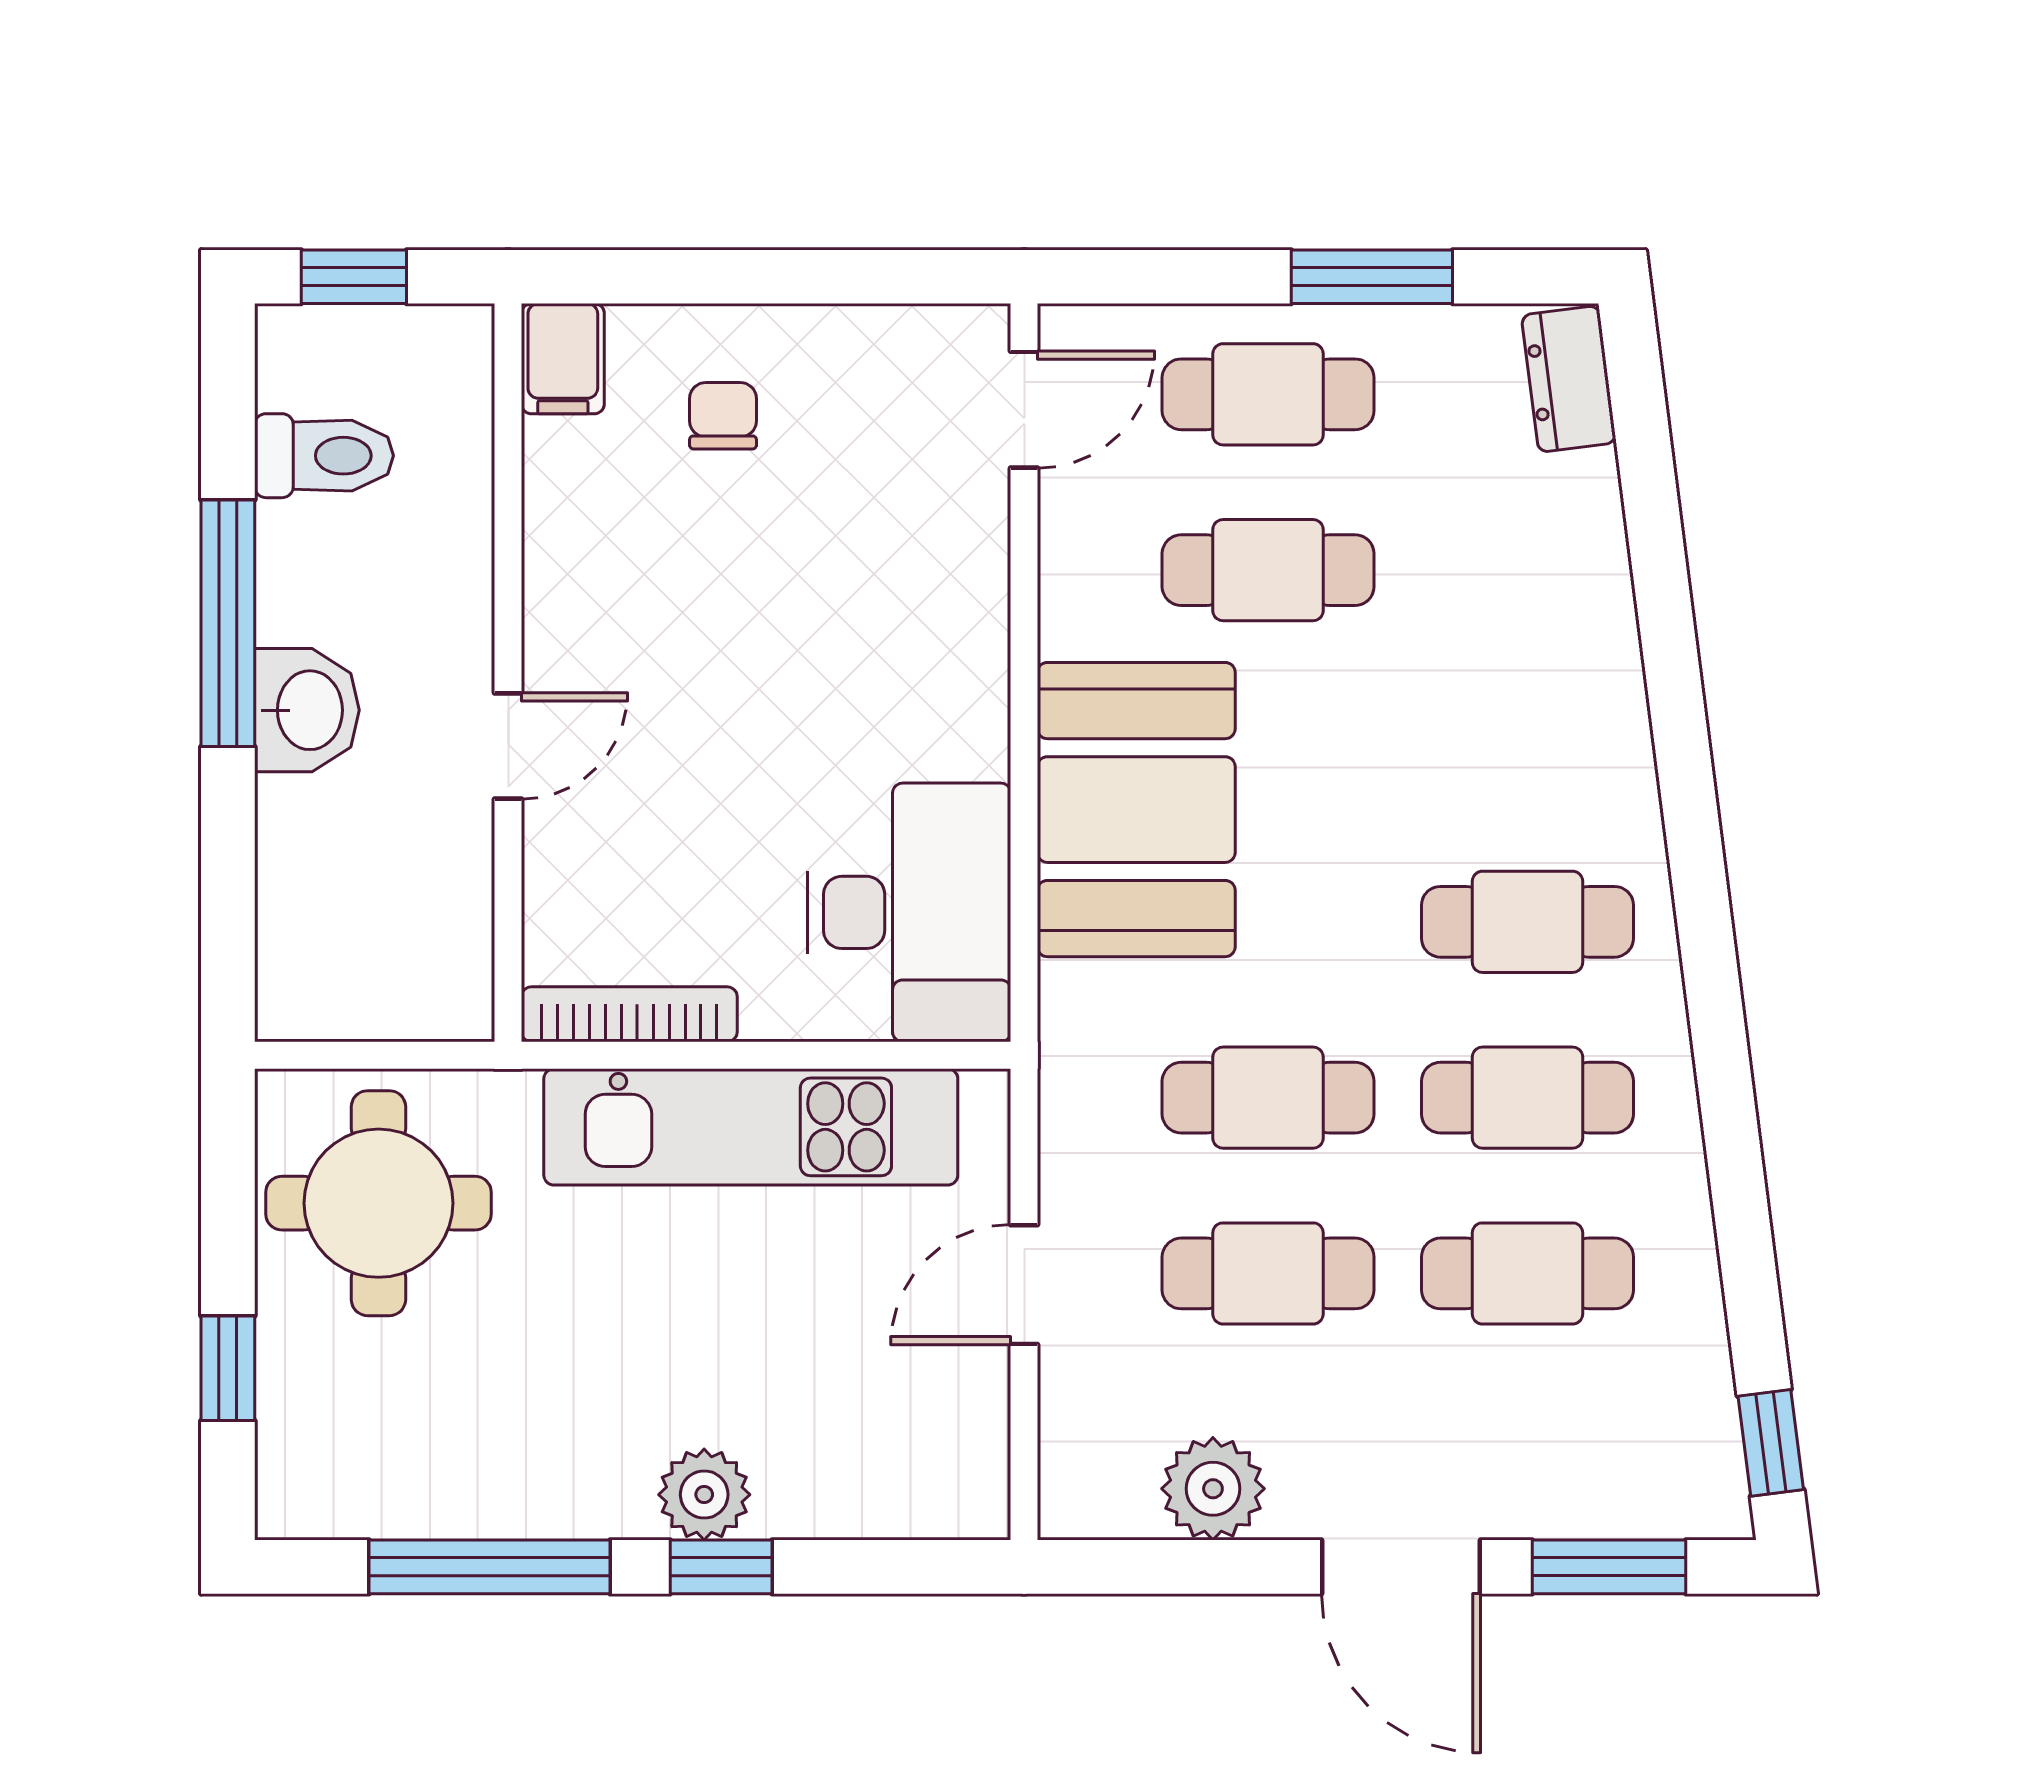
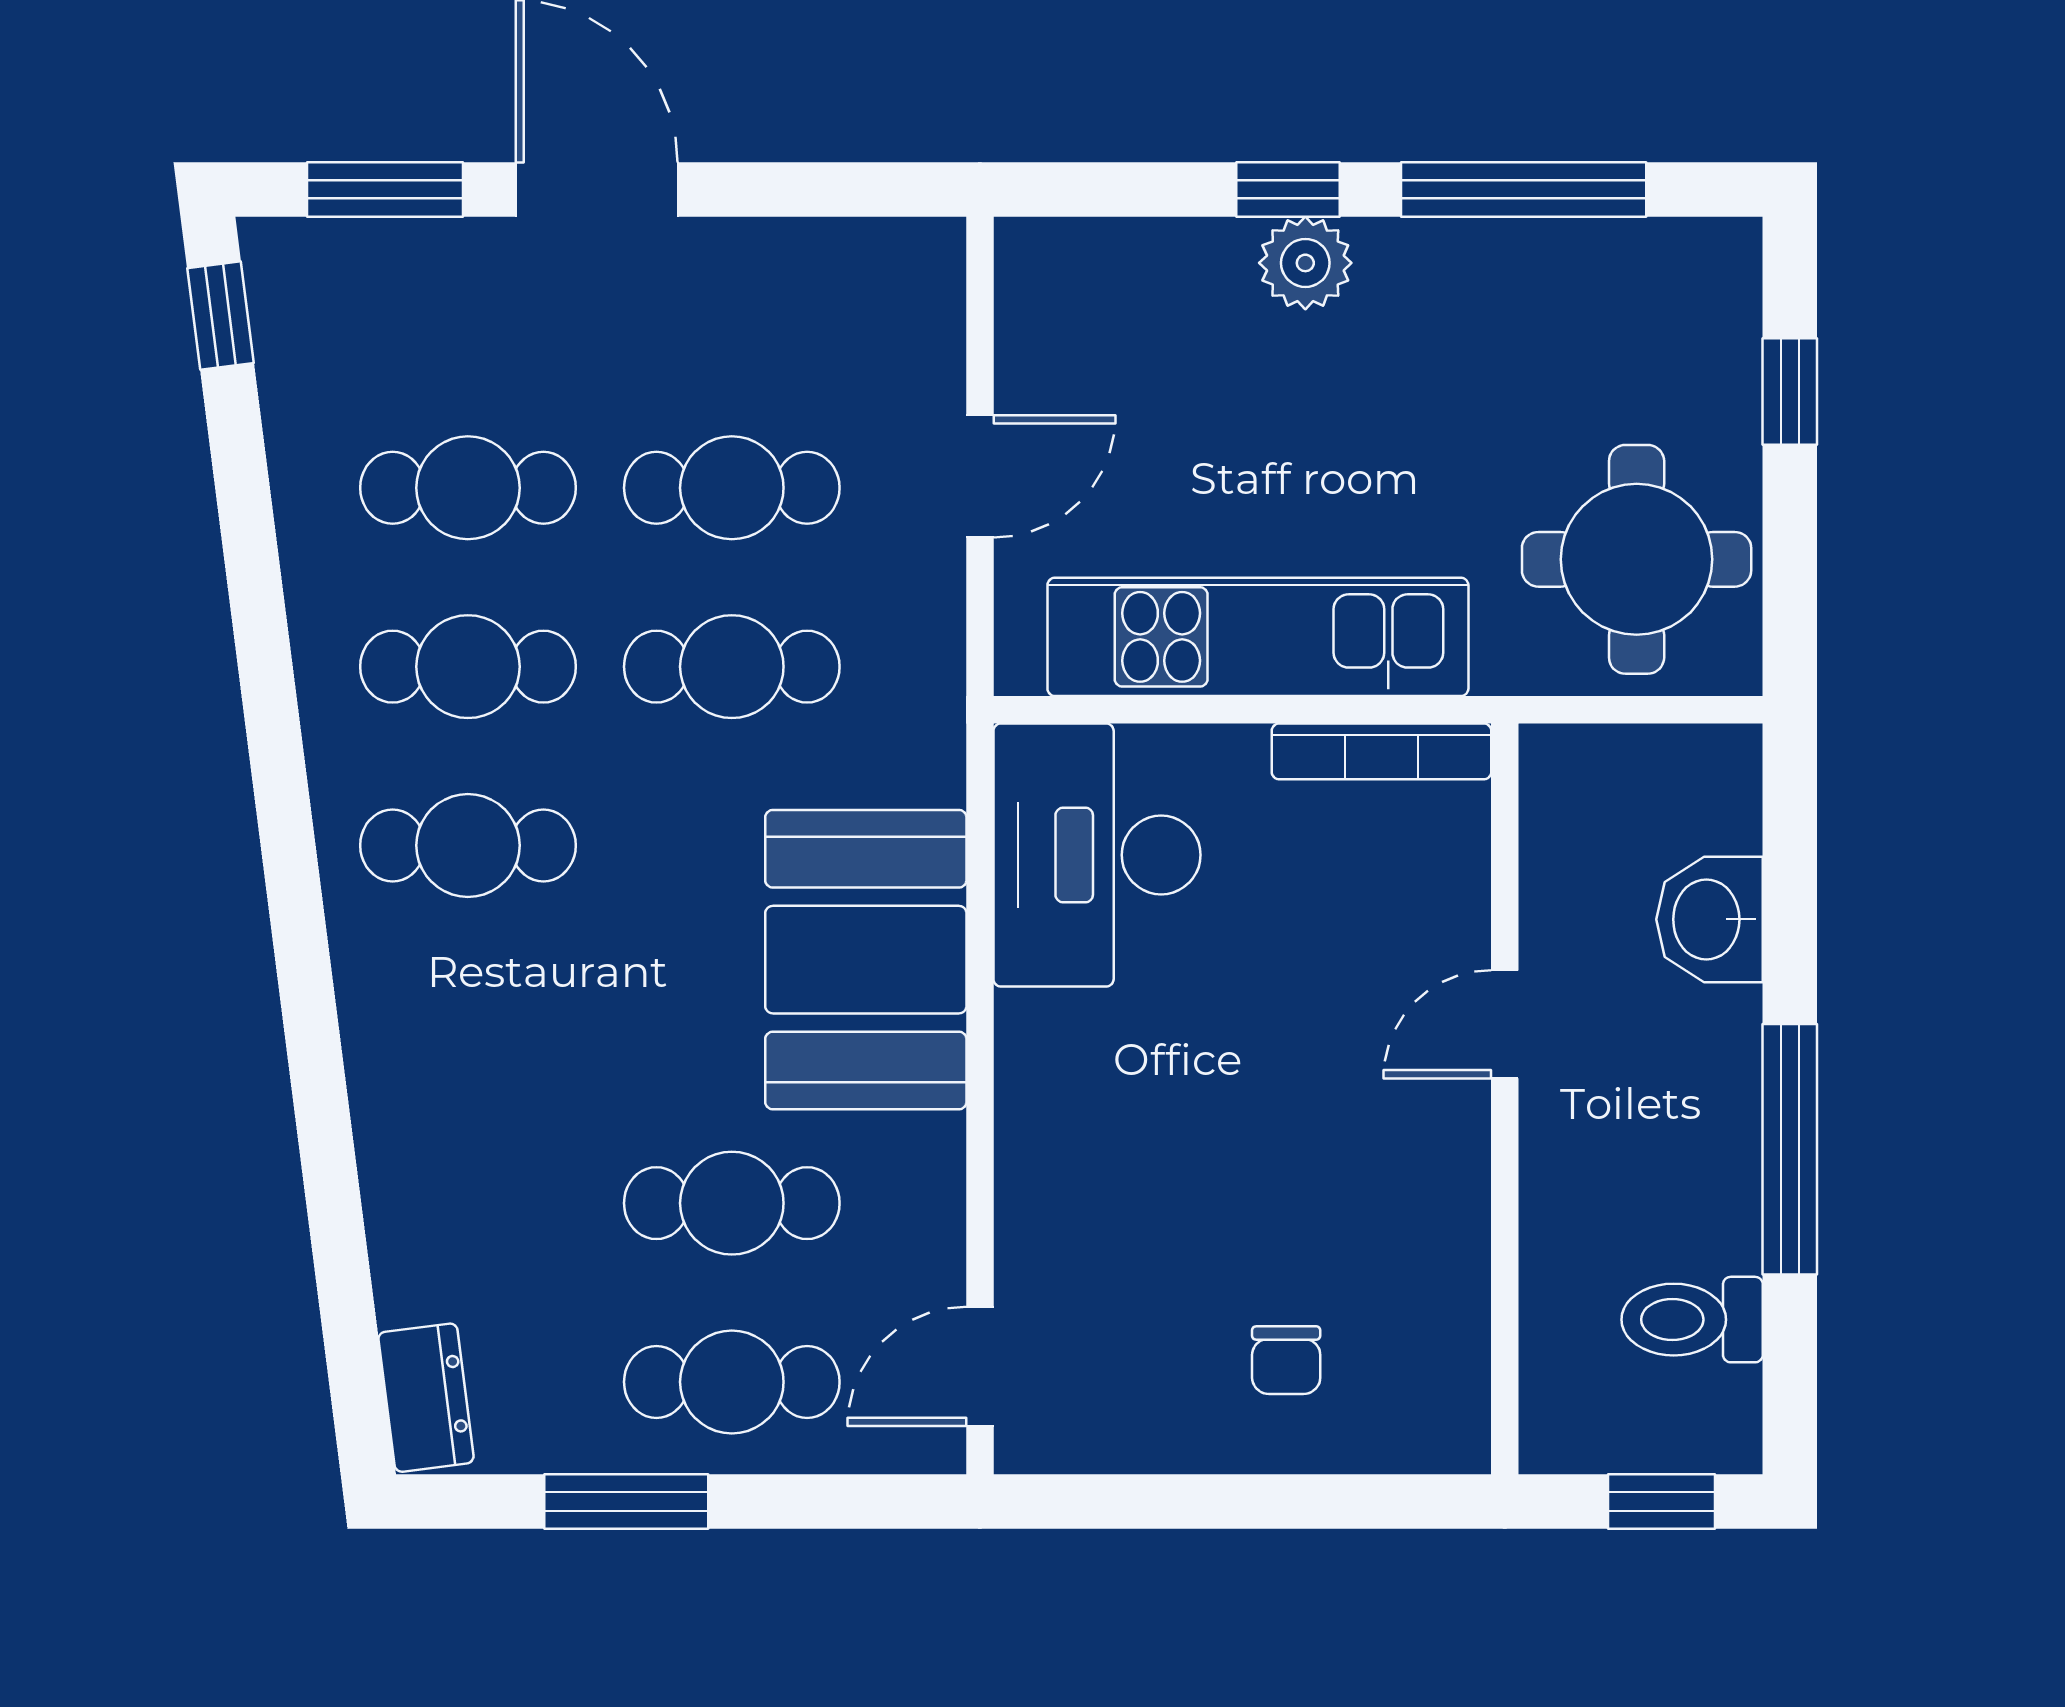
filing cabinet: (563, 359) -> (1449, 1418), removed
washbasin: (307, 710) -> (1709, 919), moved
plant: (1213, 1489) -> (788, 269), removed

